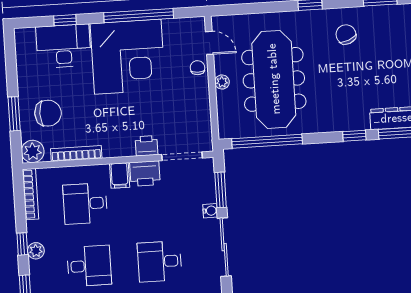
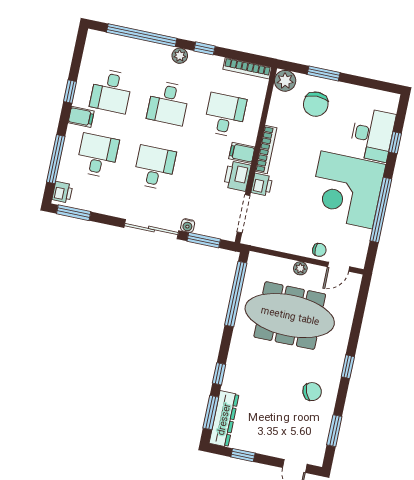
bookcase: (76, 154) -> (266, 150), moved
plant: (36, 251) -> (180, 56), moved

